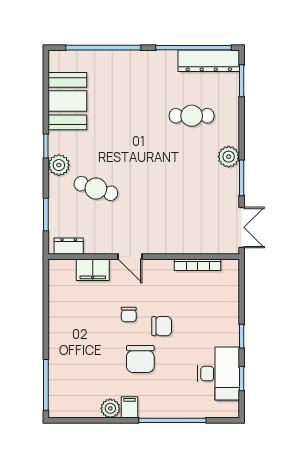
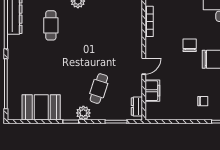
chair: (129, 314) -> (203, 101), moved

